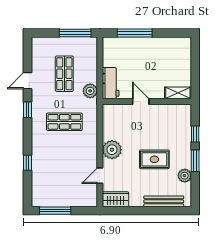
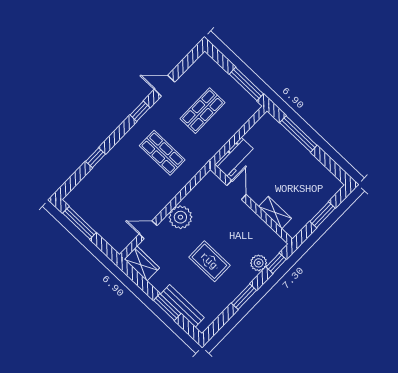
window: (195, 67) -> (323, 215), added
plant: (90, 91) -> (211, 147), removed
shelving: (178, 93) -> (275, 213), moved
door: (141, 102) -> (237, 190), moved
window: (195, 134) -> (276, 263), moved
plant: (185, 176) -> (259, 263), moved
window: (155, 211) -> (167, 307), added

